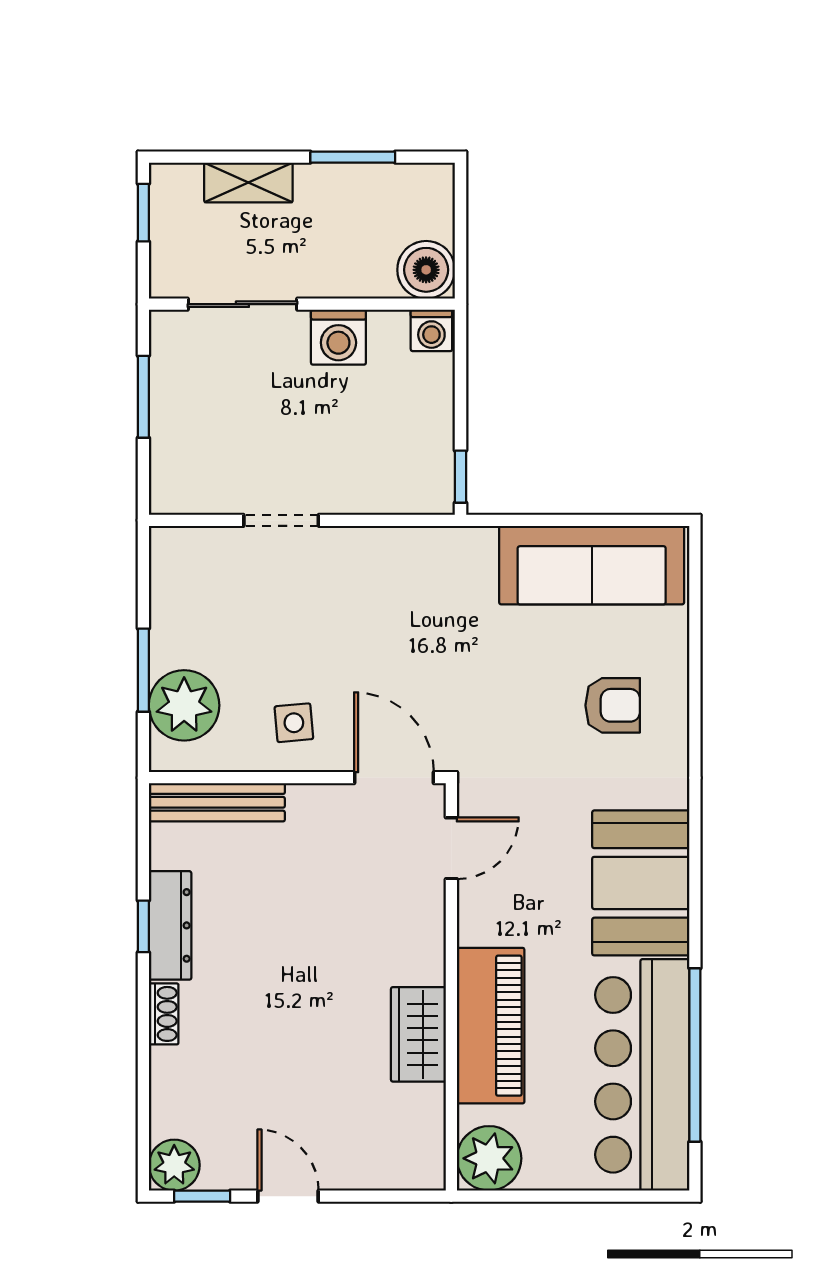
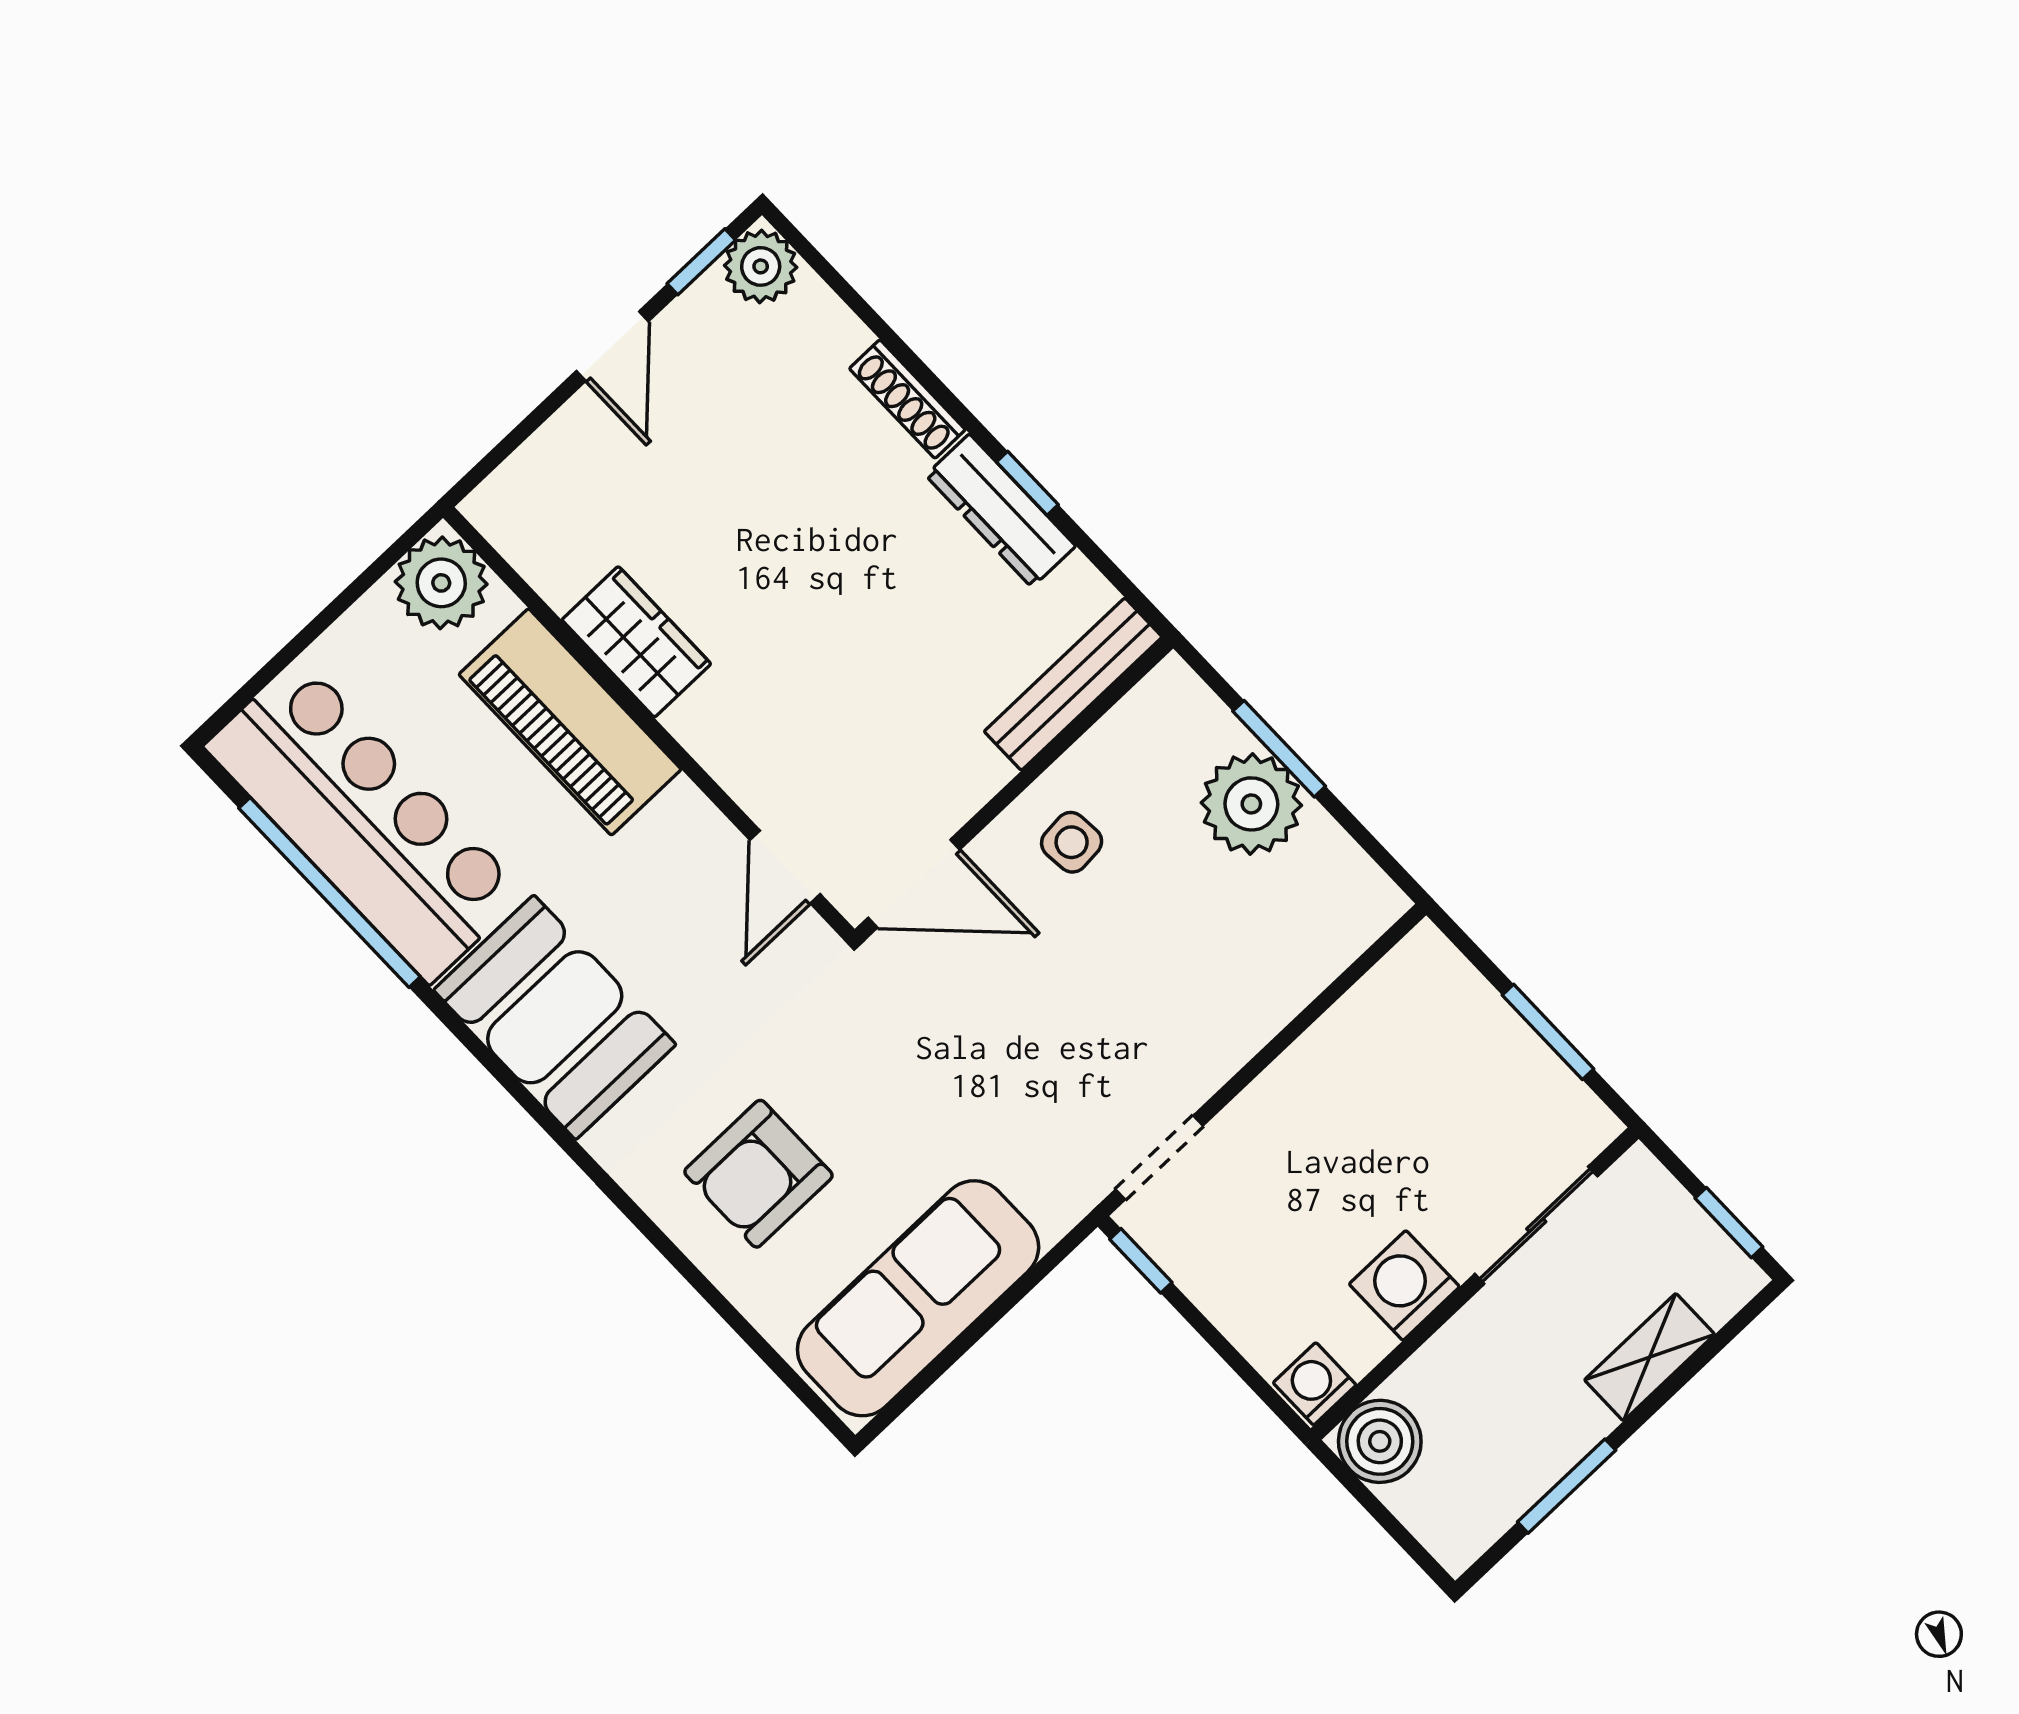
doorway: (281, 520) -> (1159, 1158), moved
plant: (184, 705) -> (1251, 804), moved
armchair: (613, 705) -> (758, 1174), width x1.38, depth x1.38
shoe rack: (164, 1014) -> (907, 399), width x1.43
door: (288, 1196) -> (612, 346), hinge flipped

